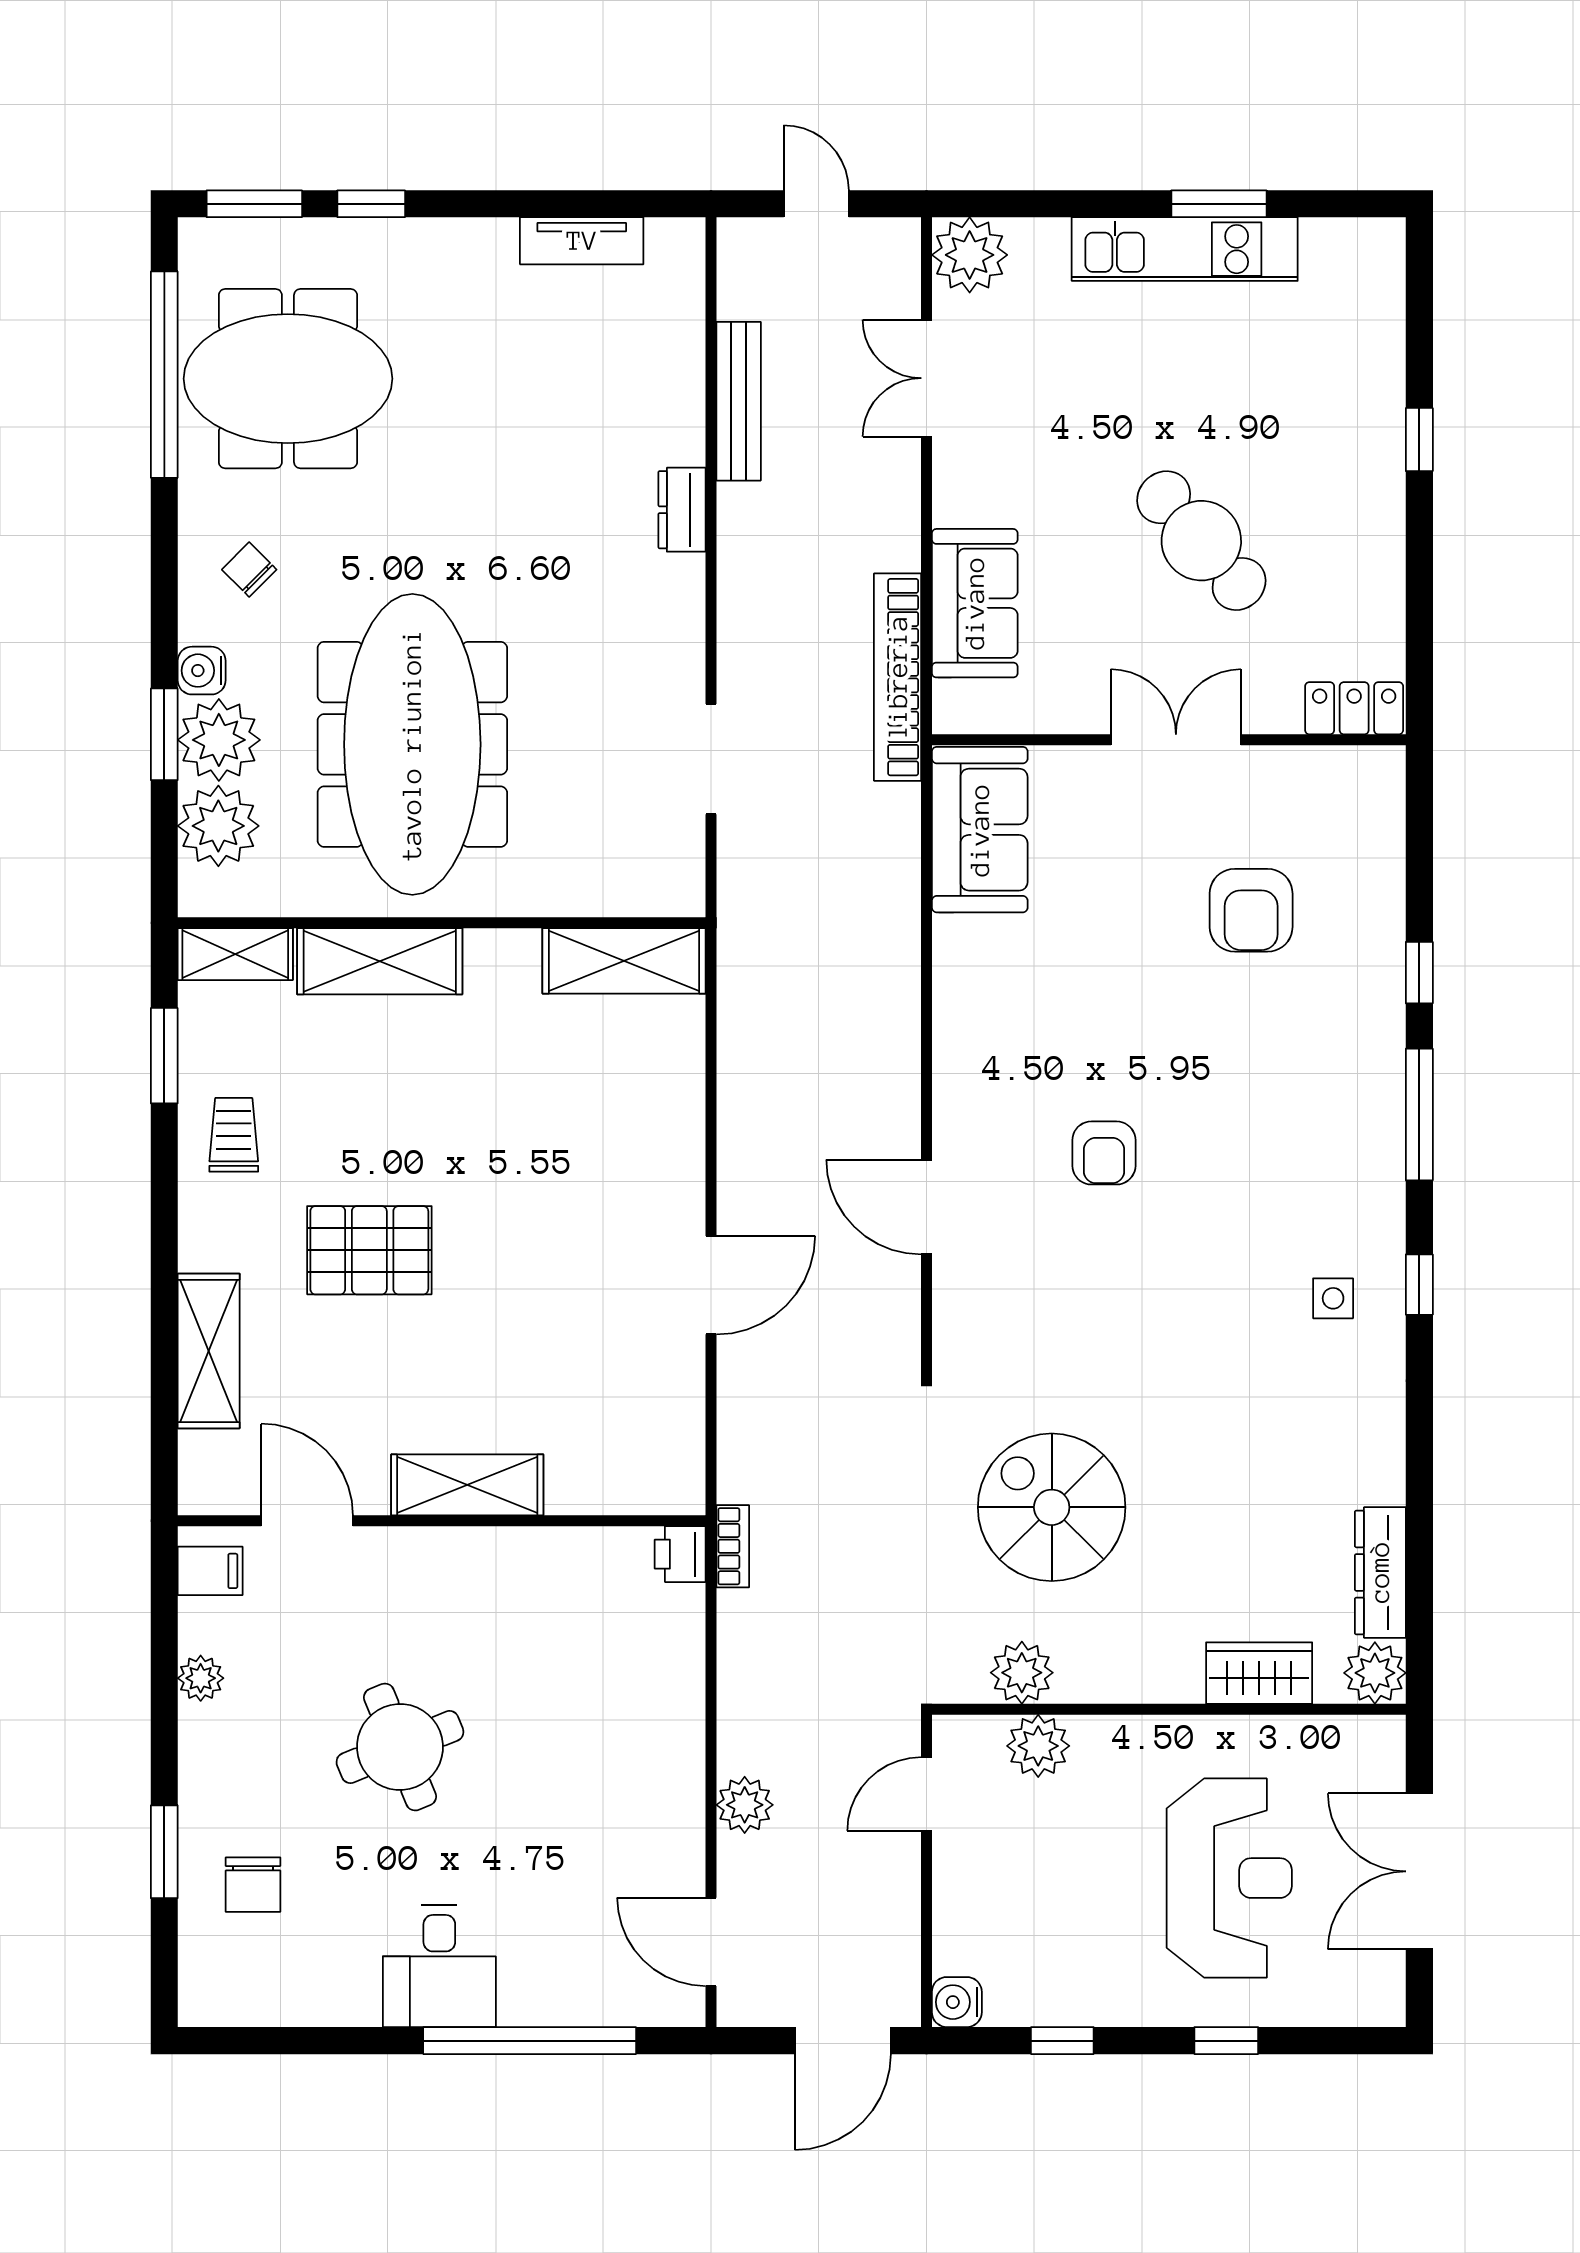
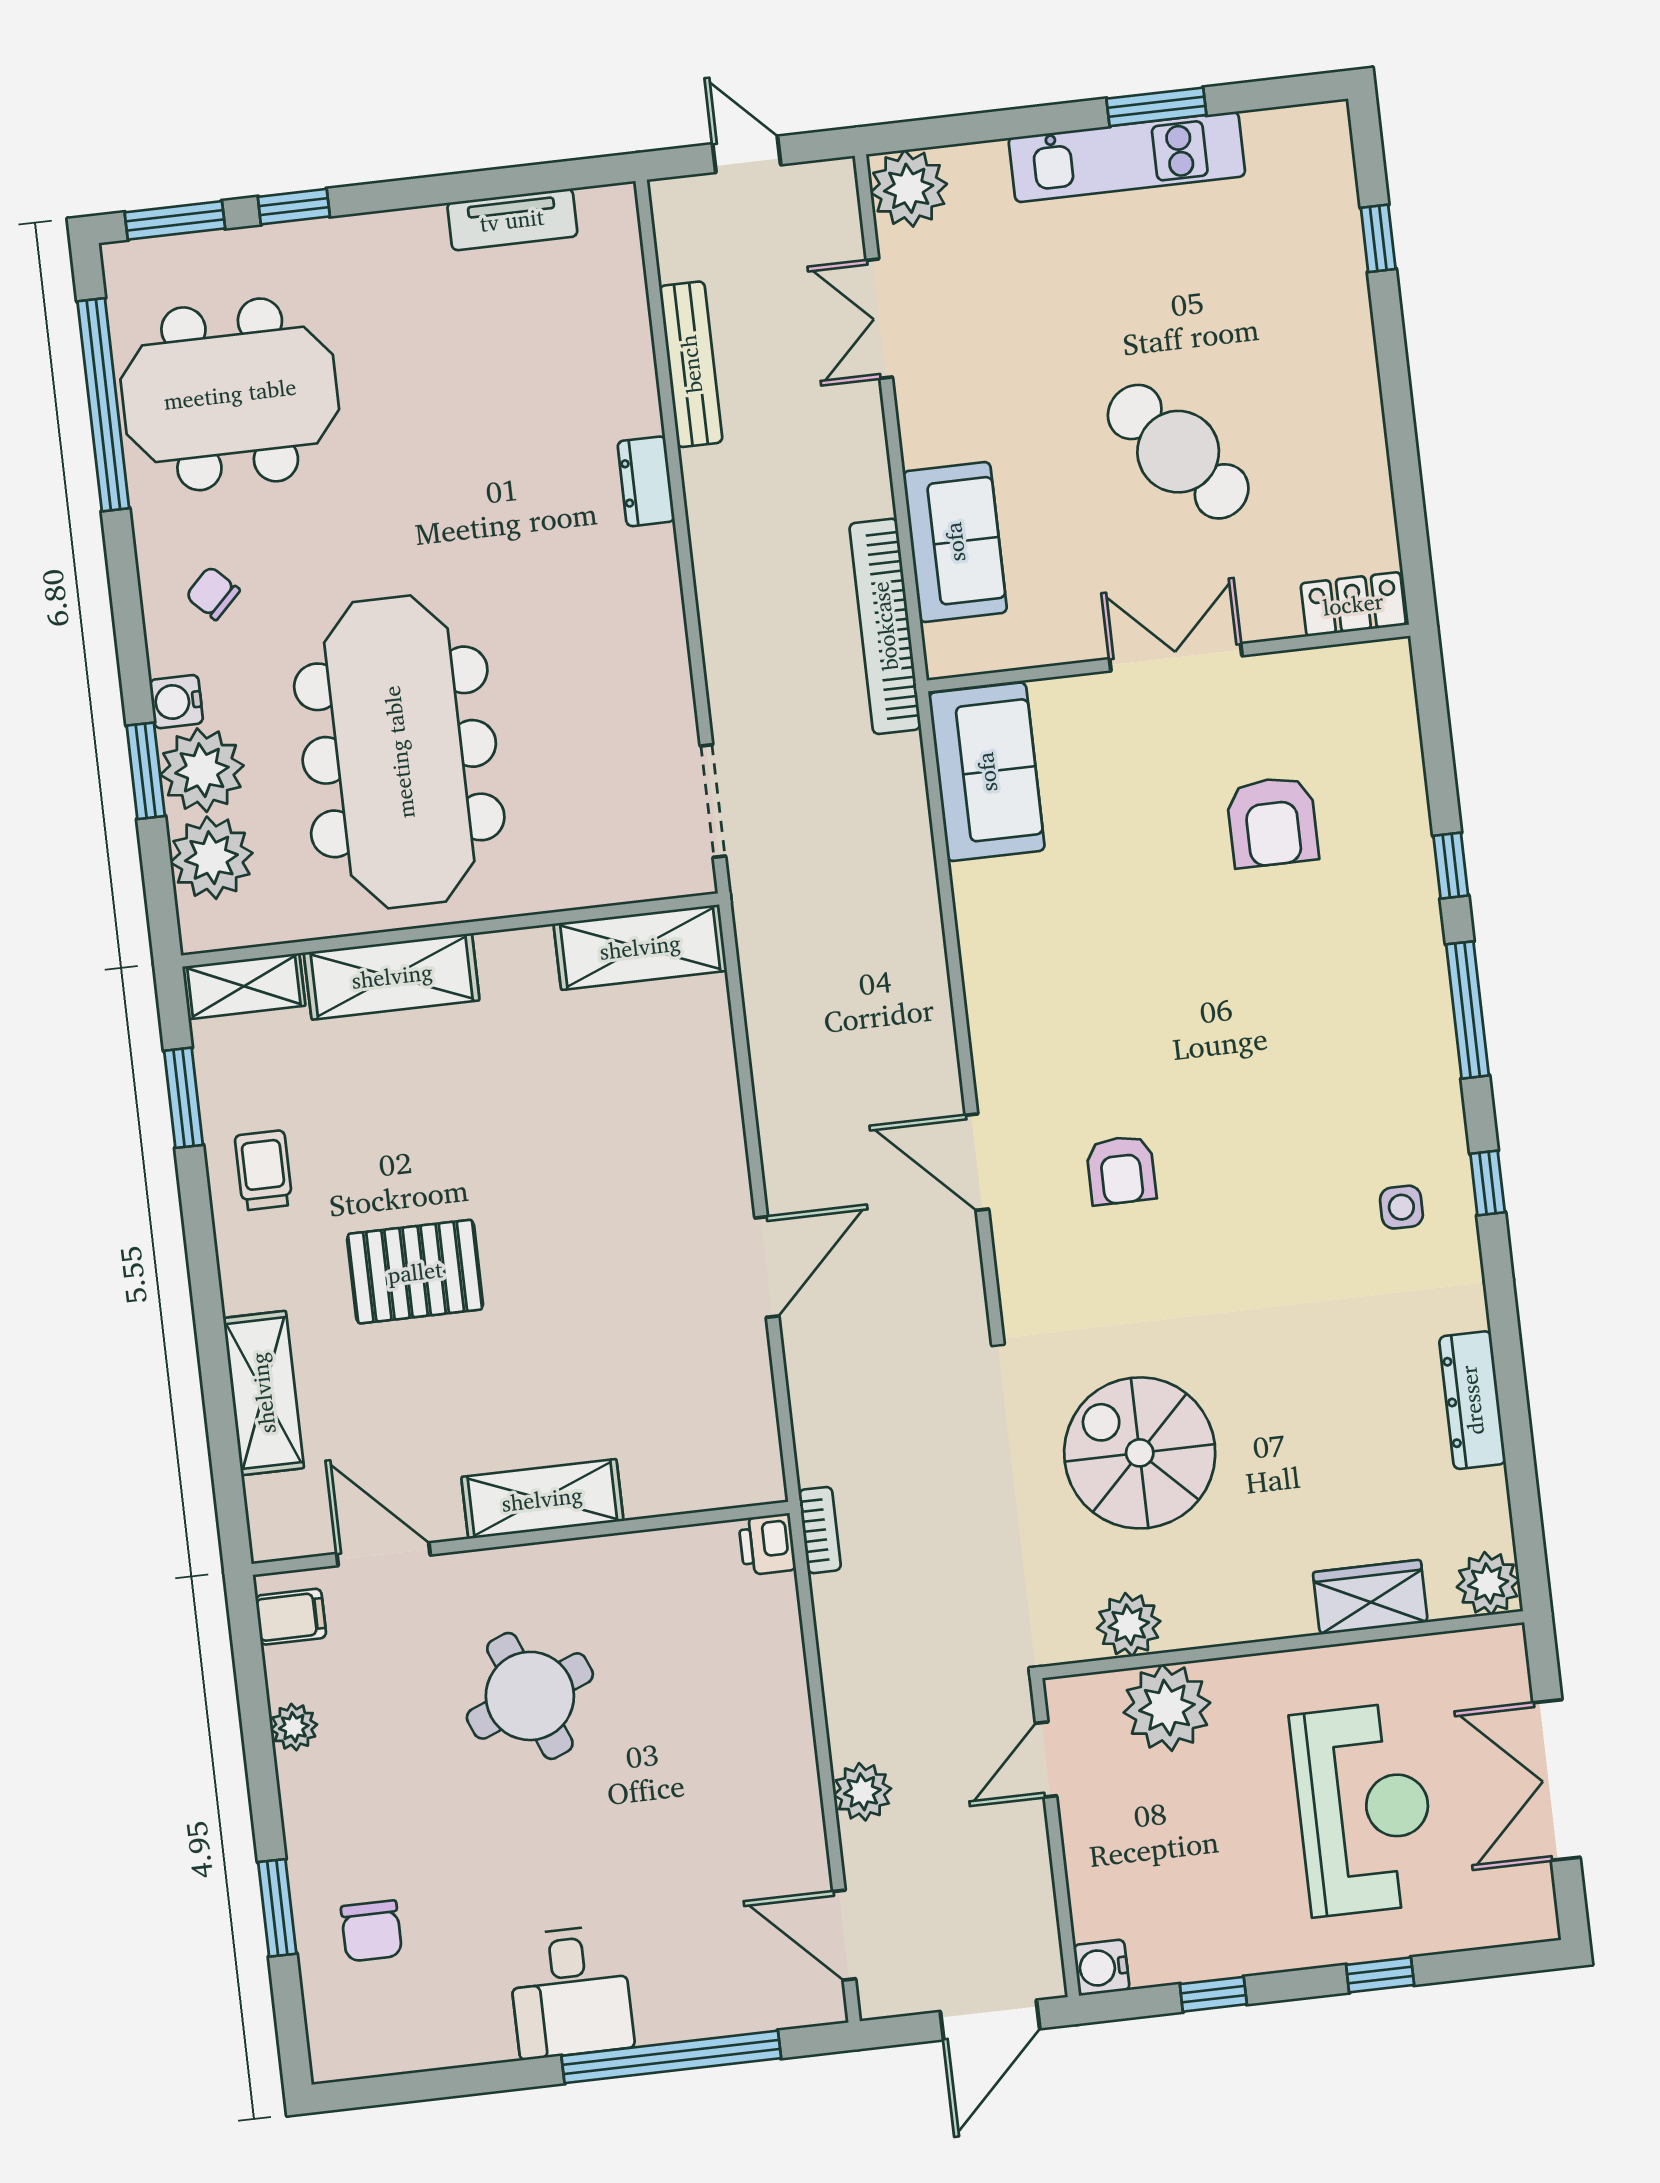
window: (1419, 440) -> (1378, 238), moved
doorway: (711, 759) -> (713, 801), moved
armchair: (1104, 1153) -> (1121, 1170), moved
dresser: (1380, 1572) -> (1472, 1400), moved
plant: (1038, 1746) -> (1167, 1708), width x1.36, depth x1.36
round table: (400, 1747) -> (530, 1696), moved

